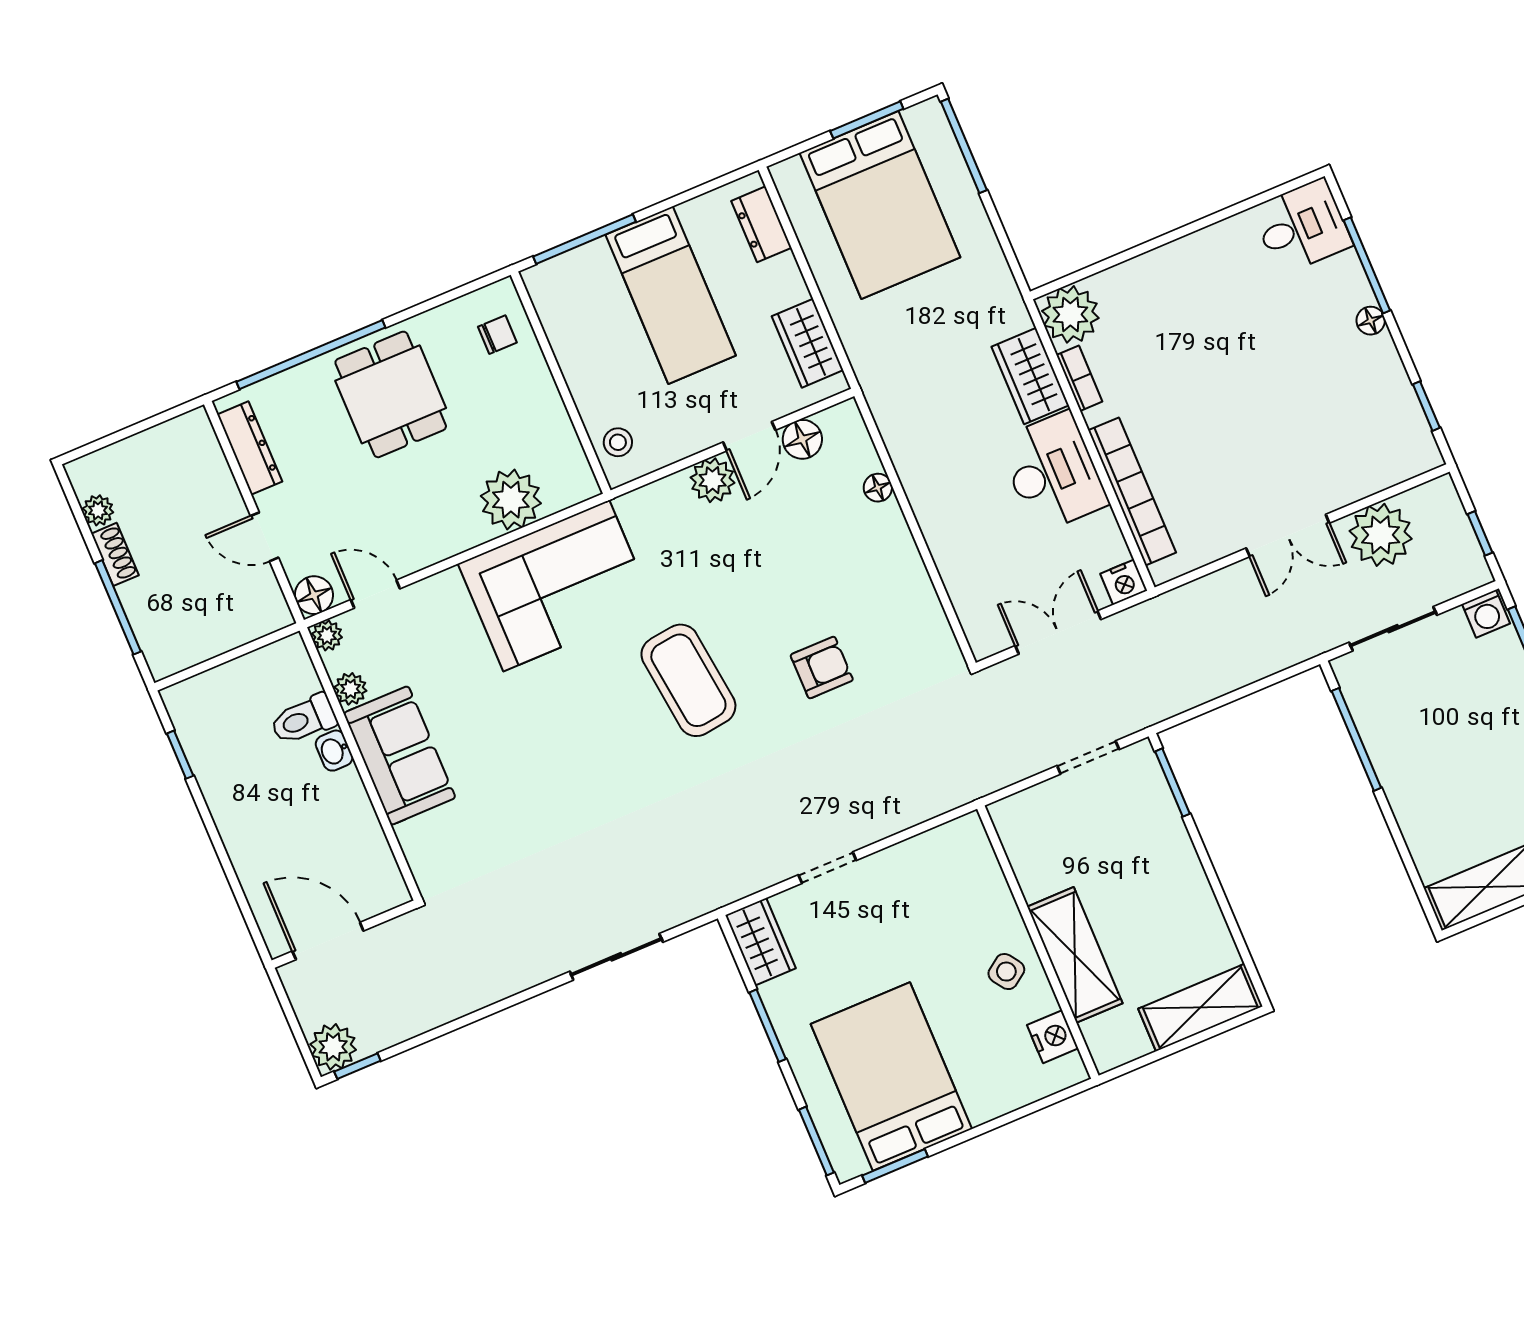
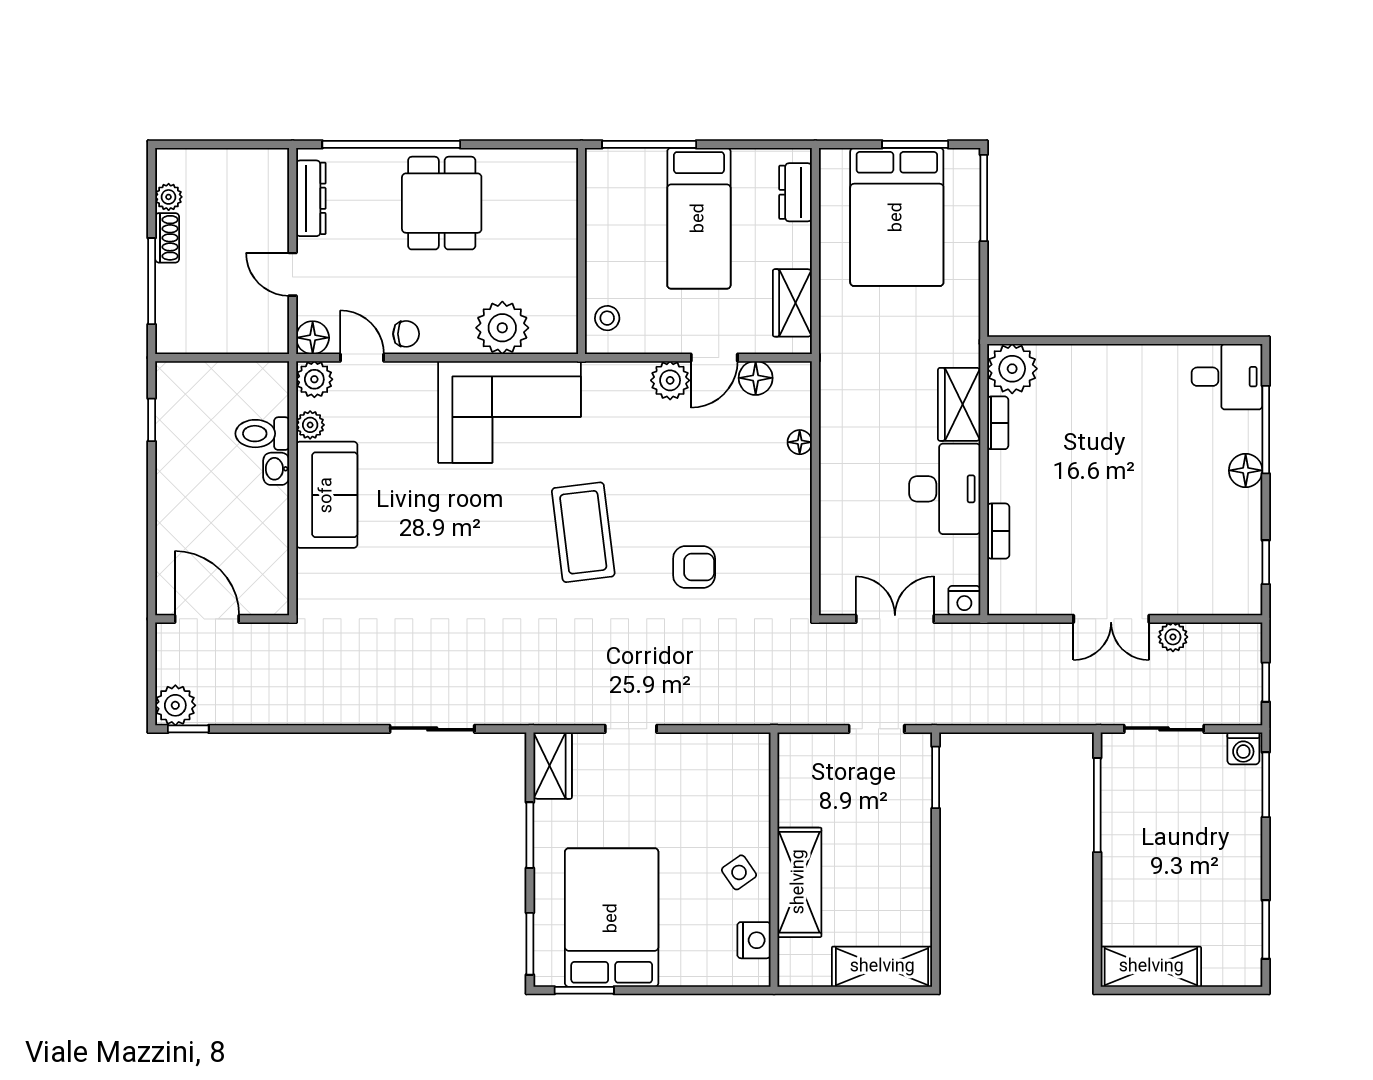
floor lamp: (1371, 321) -> (1246, 470), width x1.37, depth x1.37
chair: (497, 335) -> (406, 334), moved
bookcase: (1132, 491) -> (998, 531), width x0.43, depth x0.76
plant: (1381, 535) -> (1173, 637), width x0.53, depth x0.53
plant: (327, 635) -> (314, 379), width x1.38, depth x1.38

